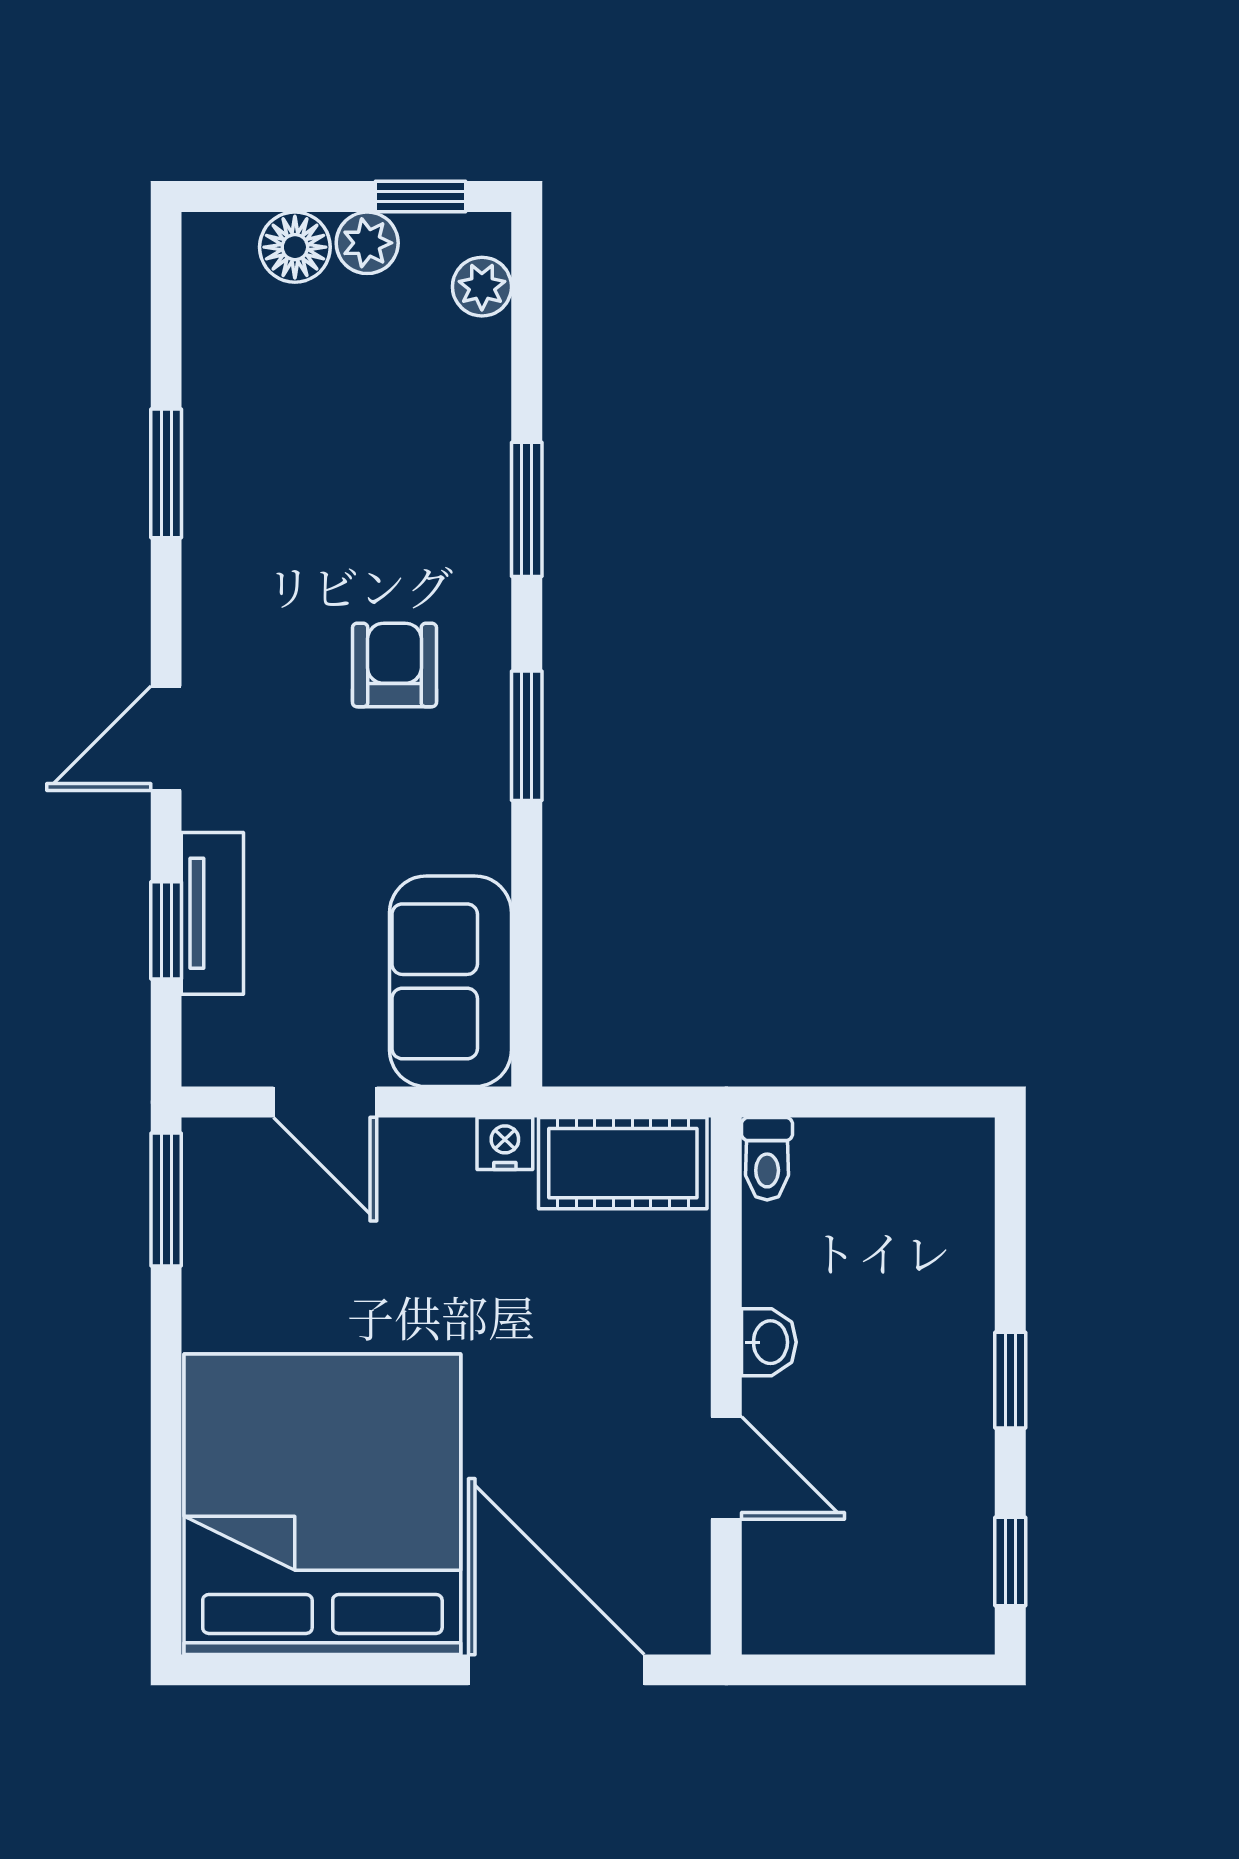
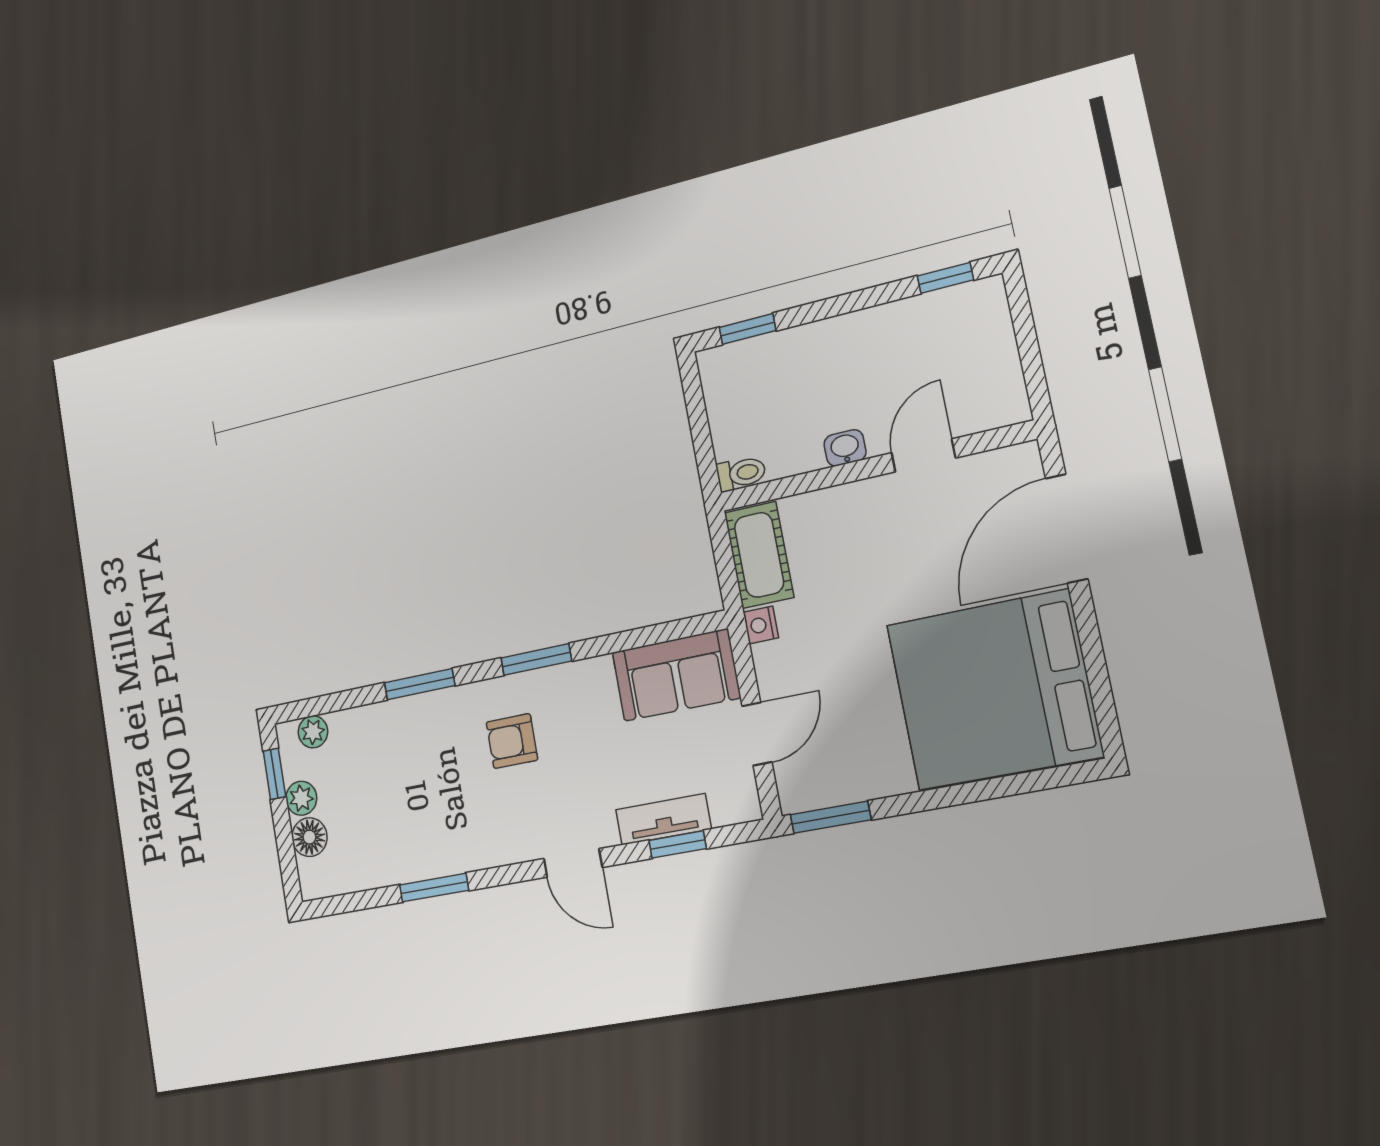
window: (1010, 1380) -> (747, 329), moved

